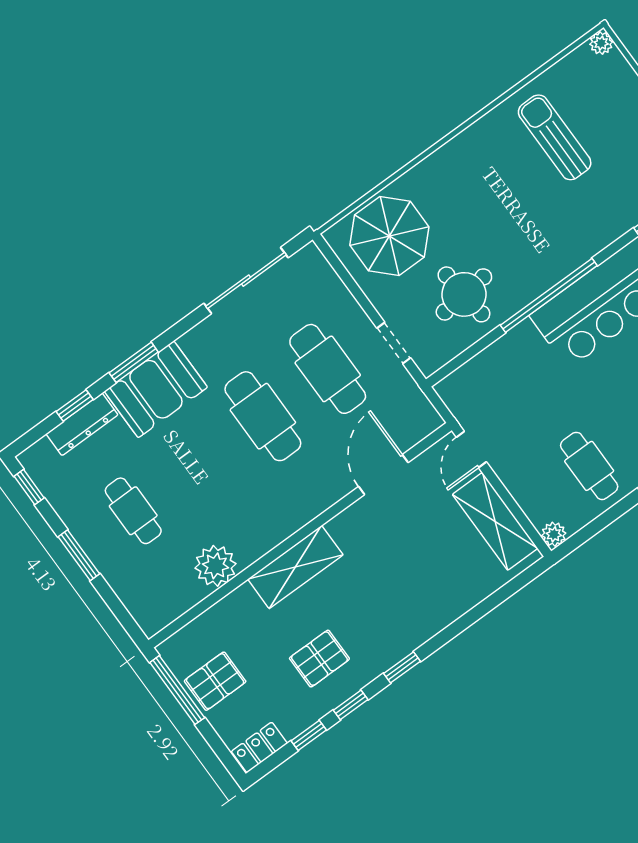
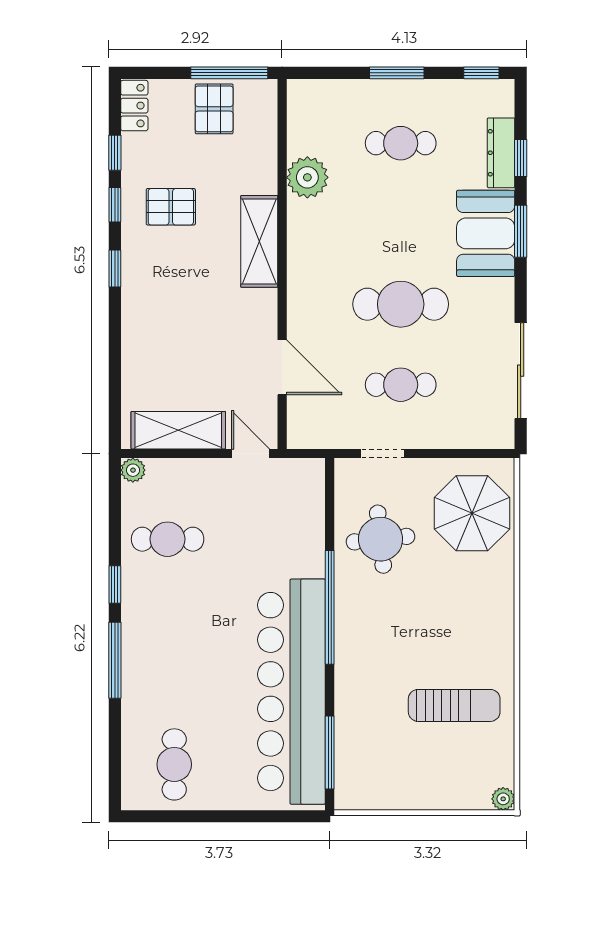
cafe table: (328, 369) -> (401, 385), width x0.73, depth x0.74
pallet: (319, 659) -> (171, 207), turned 90

